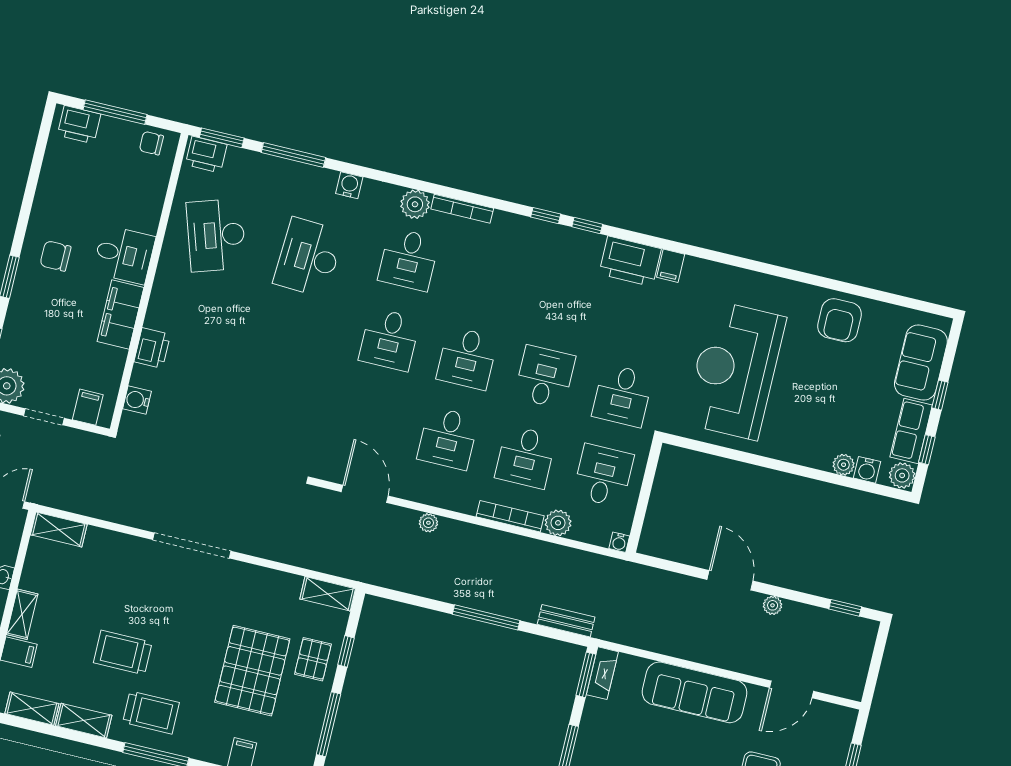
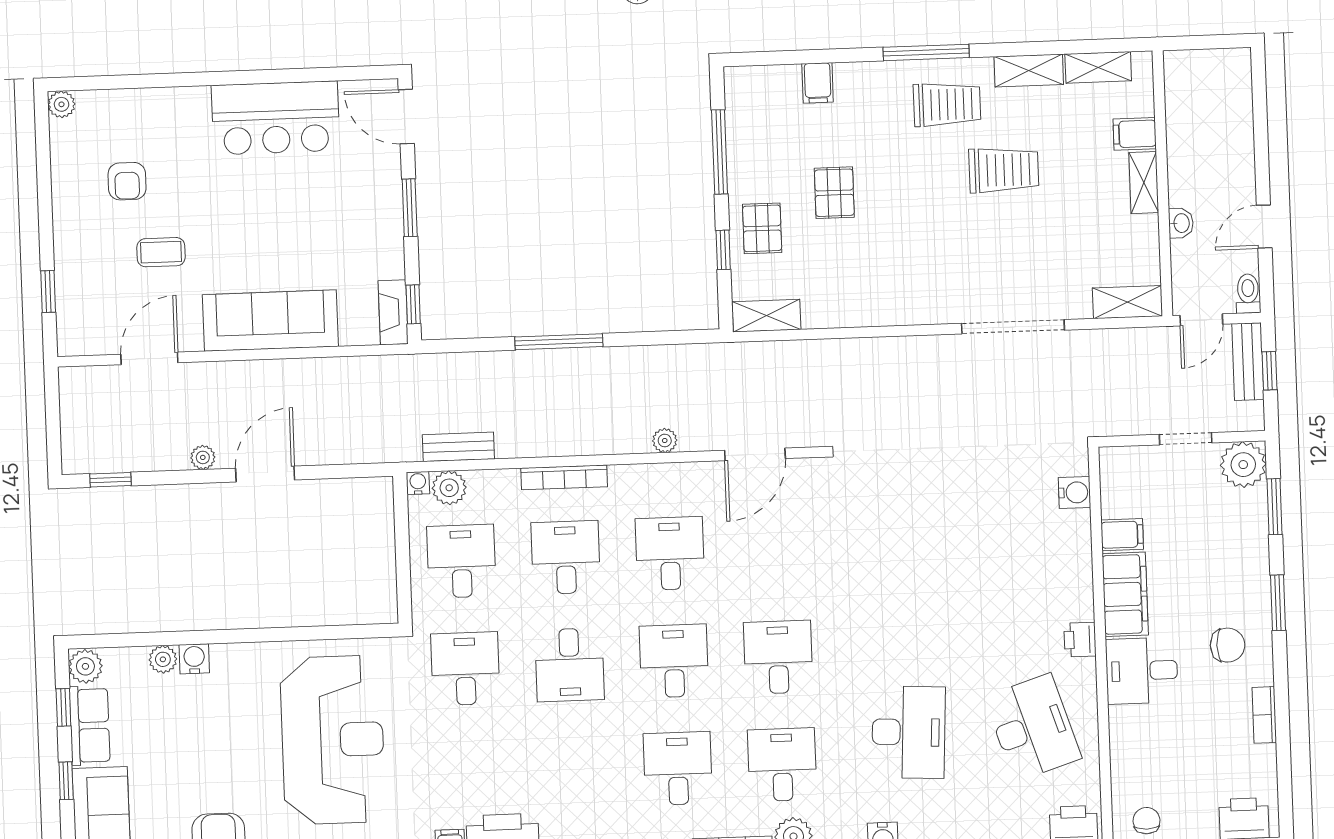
chair: (151, 143) -> (1147, 821), turned -90
bookcase: (43, 197) -> (1264, 715), added
desk: (486, 278) -> (678, 768), added
printer: (152, 348) -> (1080, 640), moved, width x0.73, depth x0.81
filing cabinet: (88, 407) -> (1122, 535), moved, turned -90
water cooler: (867, 470) -> (194, 659), moved
desk: (603, 476) -> (461, 561), turned 180
door: (365, 494) -> (755, 454), hinge flipped
plant: (558, 523) -> (449, 488), moved
doorway: (192, 545) -> (1013, 327), moved
door: (730, 580) -> (265, 474), swing flipped
bench: (566, 621) -> (458, 447), moved
pallet: (252, 671) -> (834, 193), width x0.49, depth x0.50
window: (586, 675) -> (413, 304), width x0.67
trolley: (151, 712) -> (947, 104), turned 180

